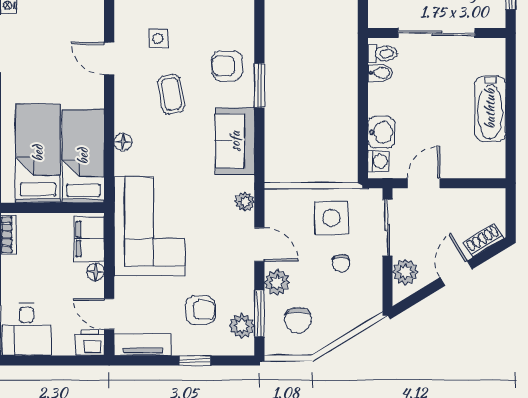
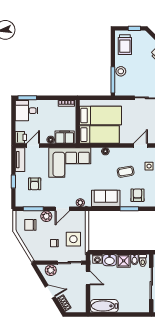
shower: (383, 99) -> (124, 261), added
bathtub: (490, 109) -> (104, 306), moved
plant: (242, 326) -> (28, 201), removed

